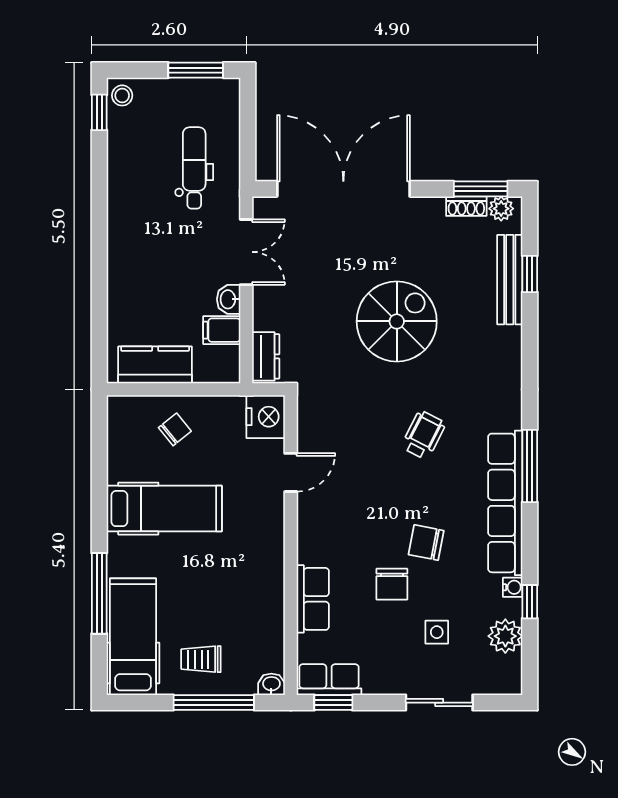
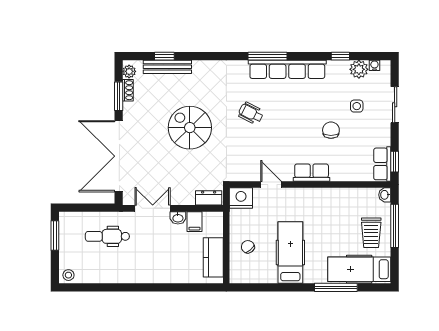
window: (99, 112) -> (78, 287), removed
window: (481, 189) -> (119, 96), moved
chair: (426, 543) -> (309, 112), removed
chair: (392, 584) -> (331, 130), turned -90
water cooler: (513, 587) -> (374, 65), moved
row of seats: (313, 599) -> (312, 173), moved
trolley: (201, 659) -> (371, 233), width x1.36, depth x1.39

